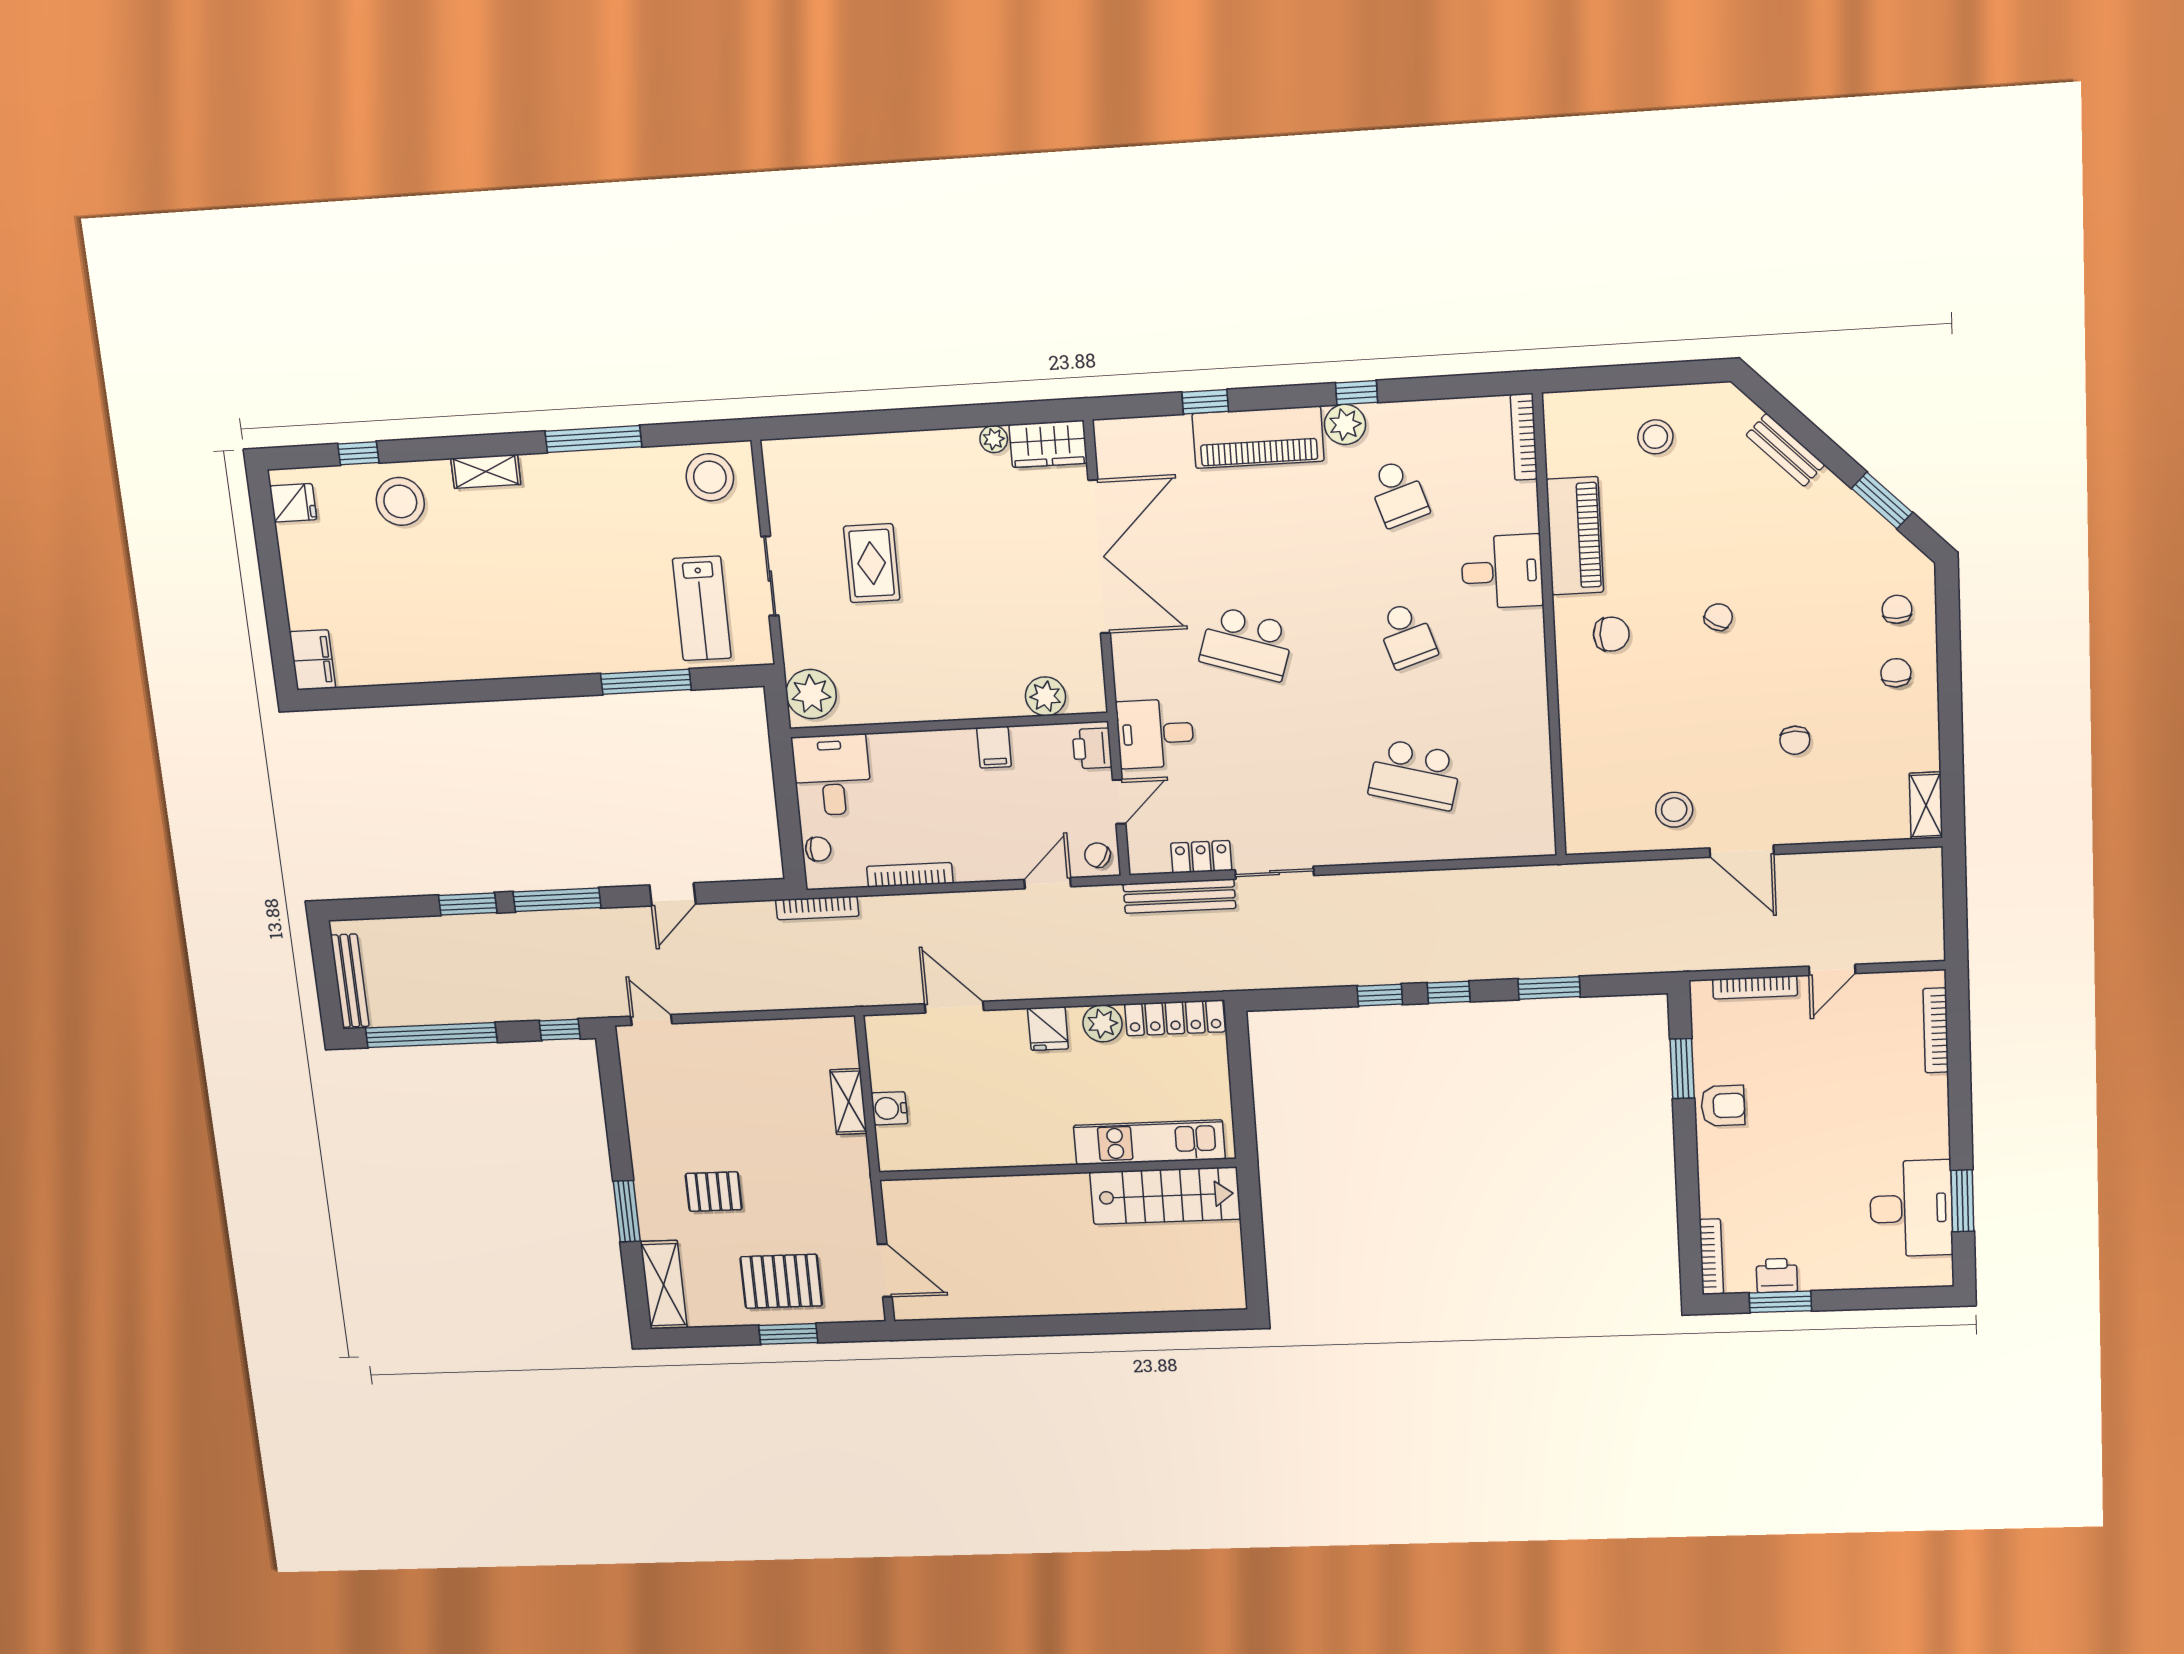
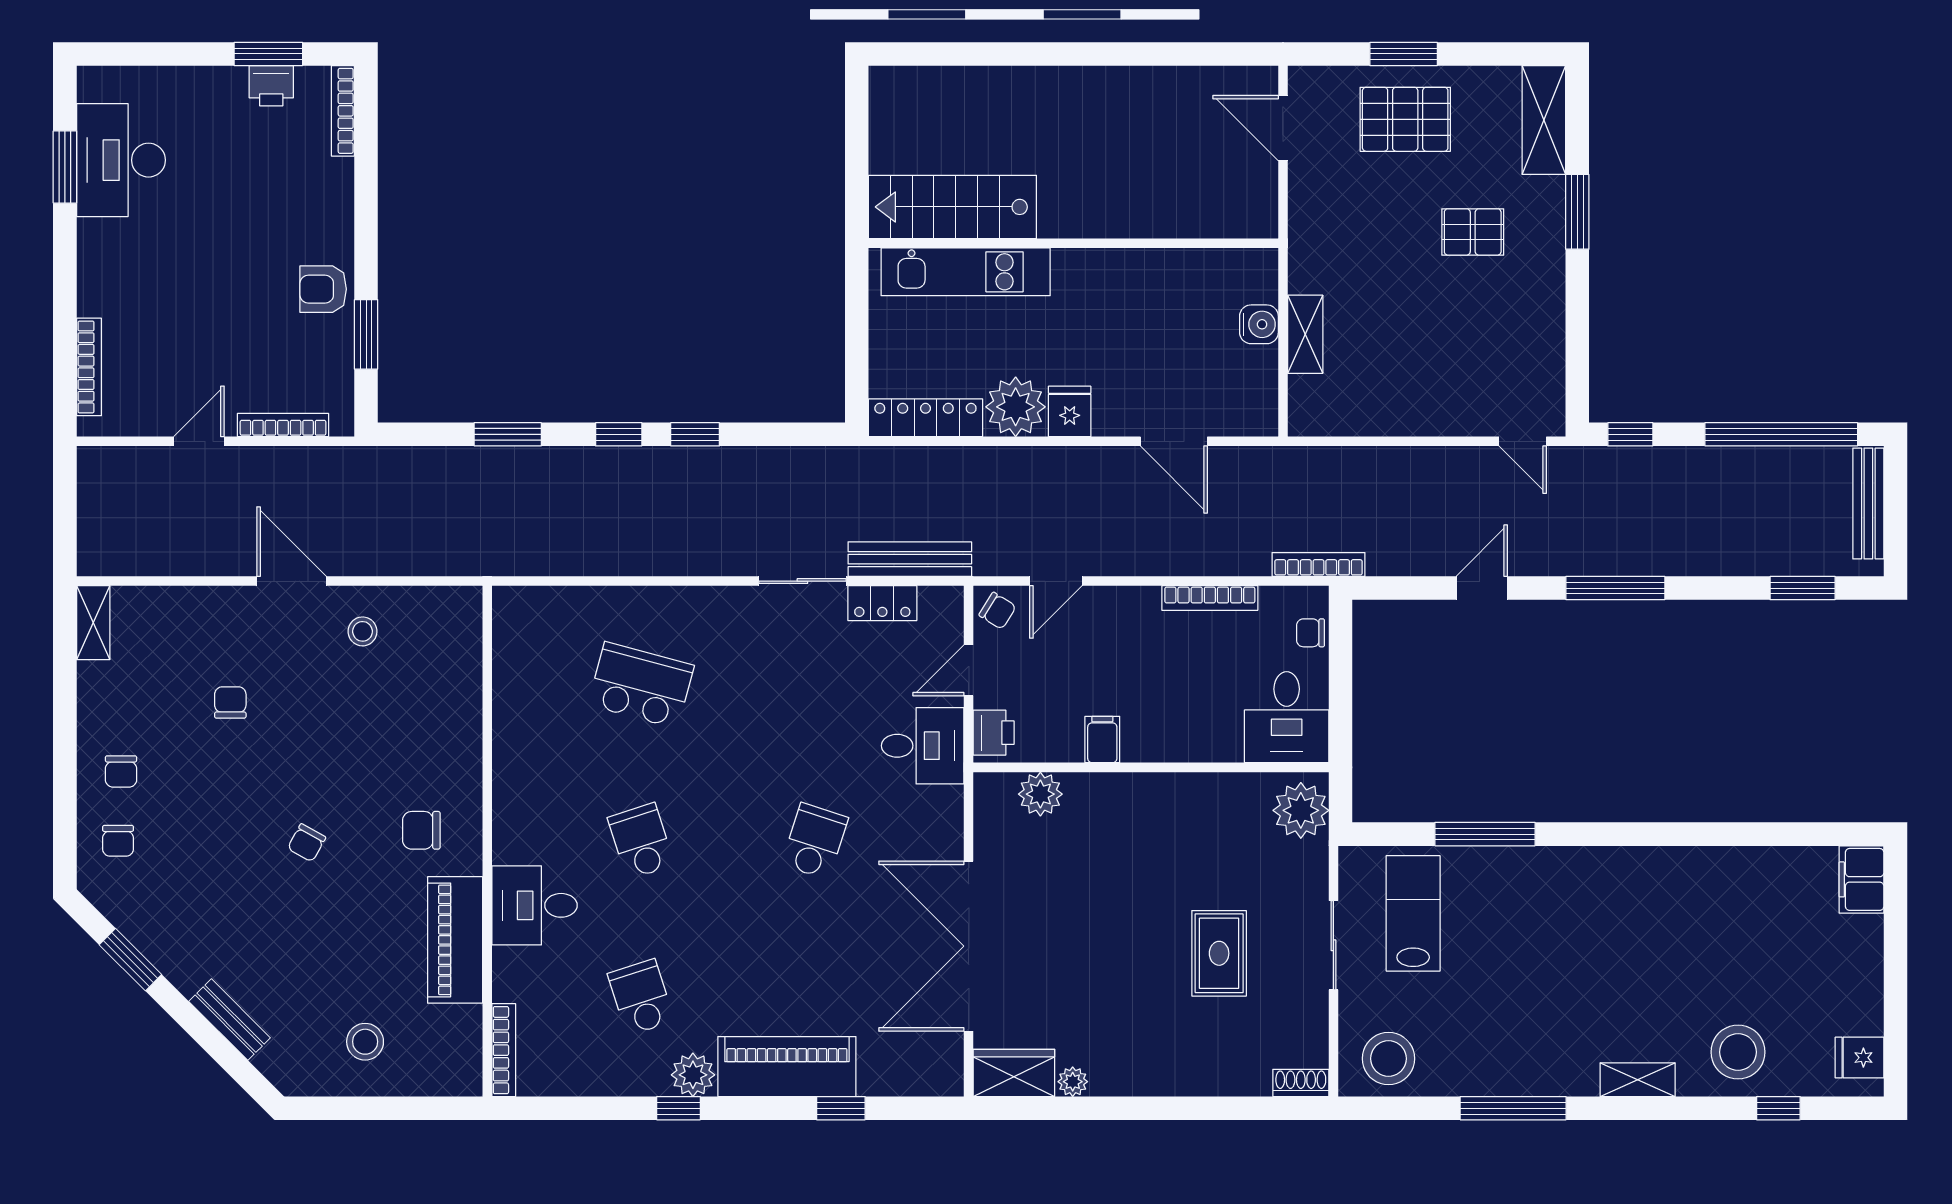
shoe rack: (786, 450) -> (1301, 1083), added
school desk: (1247, 644) -> (815, 841), width x0.54
stool: (1674, 810) -> (363, 631), width x0.73, depth x0.73
window: (468, 904) -> (1803, 588), moved
plant: (1102, 1023) -> (1016, 407), width x1.36, depth x1.36

